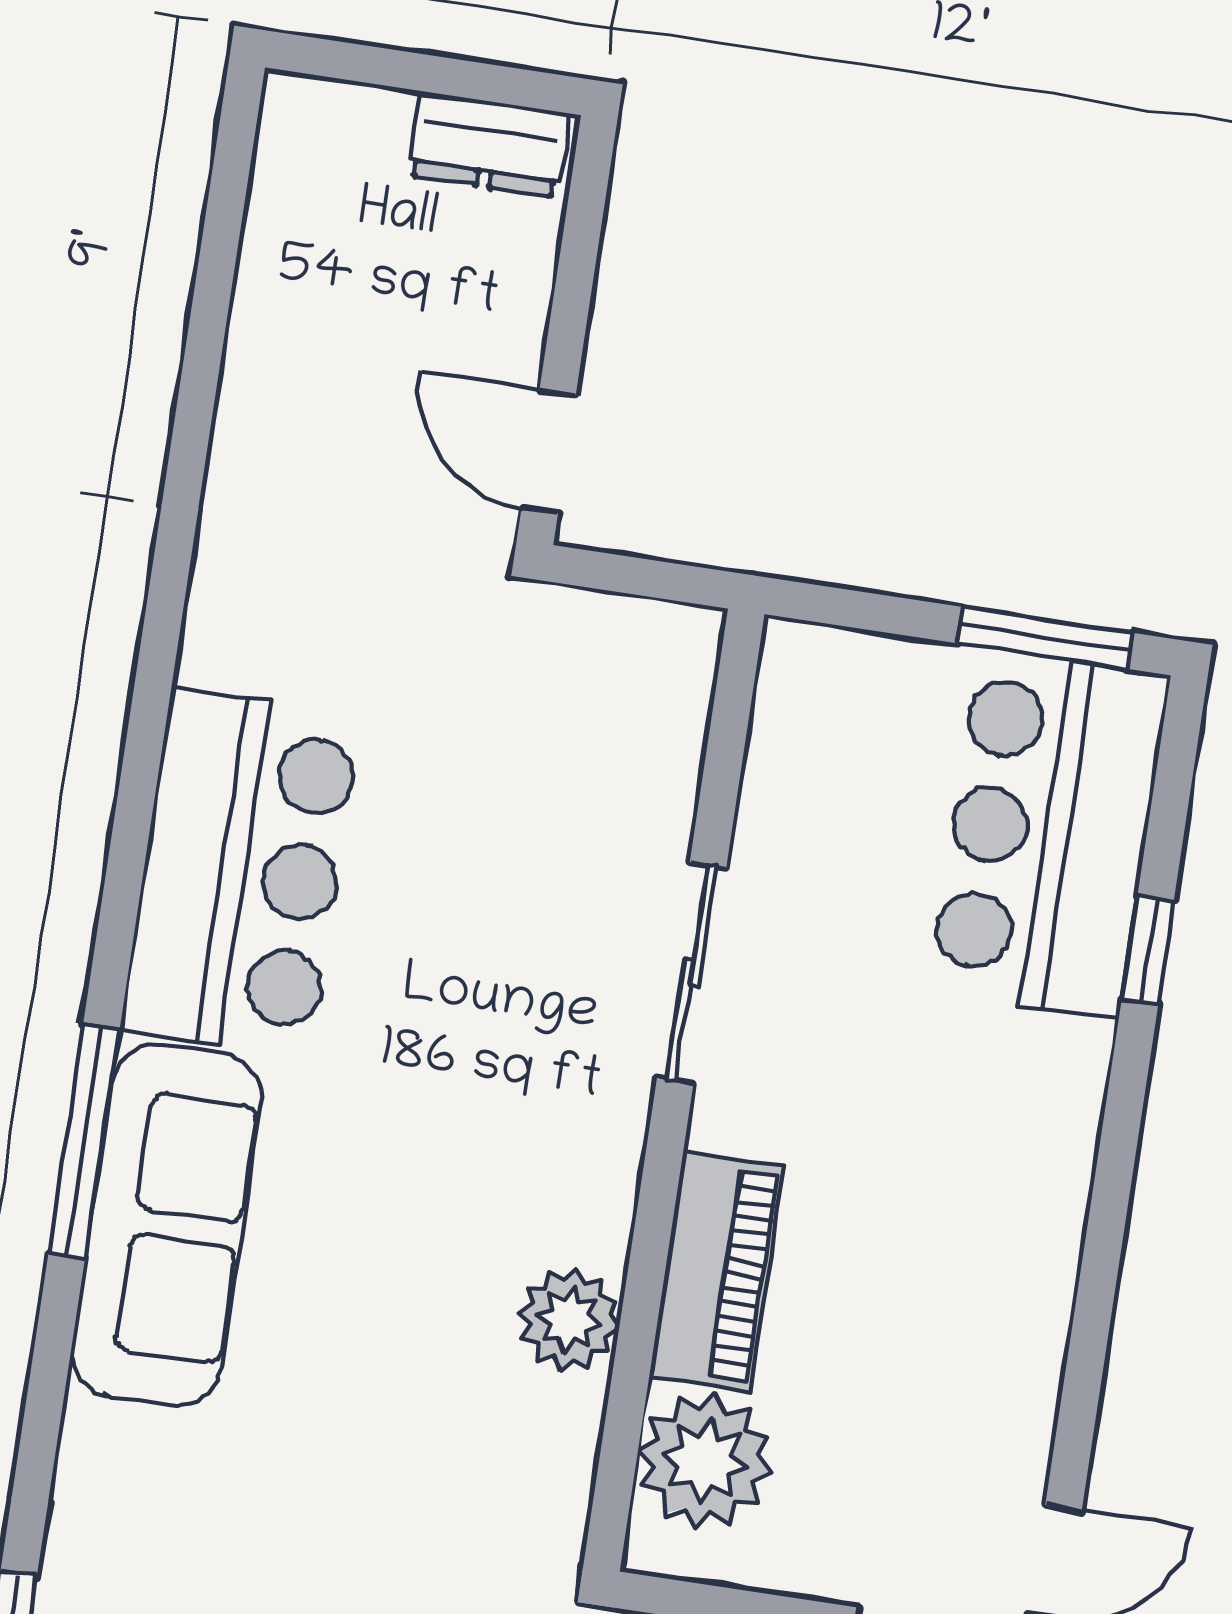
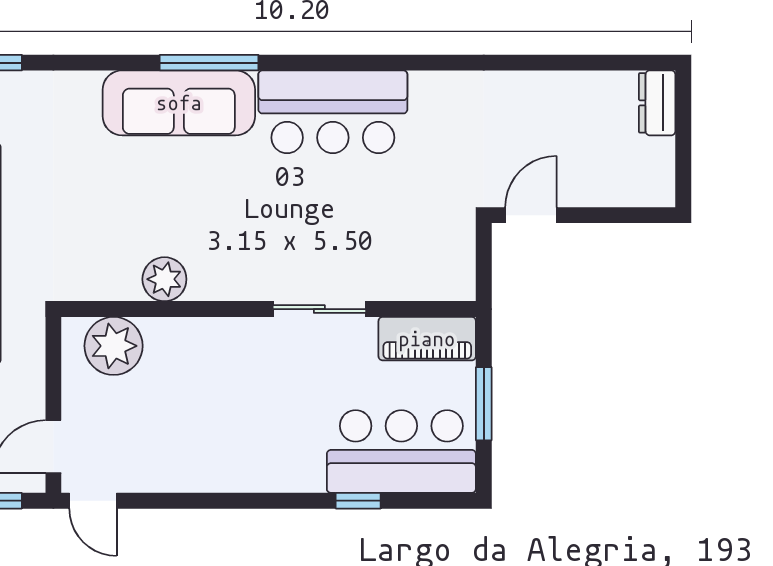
dresser: (489, 144) -> (657, 103), moved
window: (1044, 638) -> (484, 404), moved
piano: (716, 1272) -> (427, 339), moved

